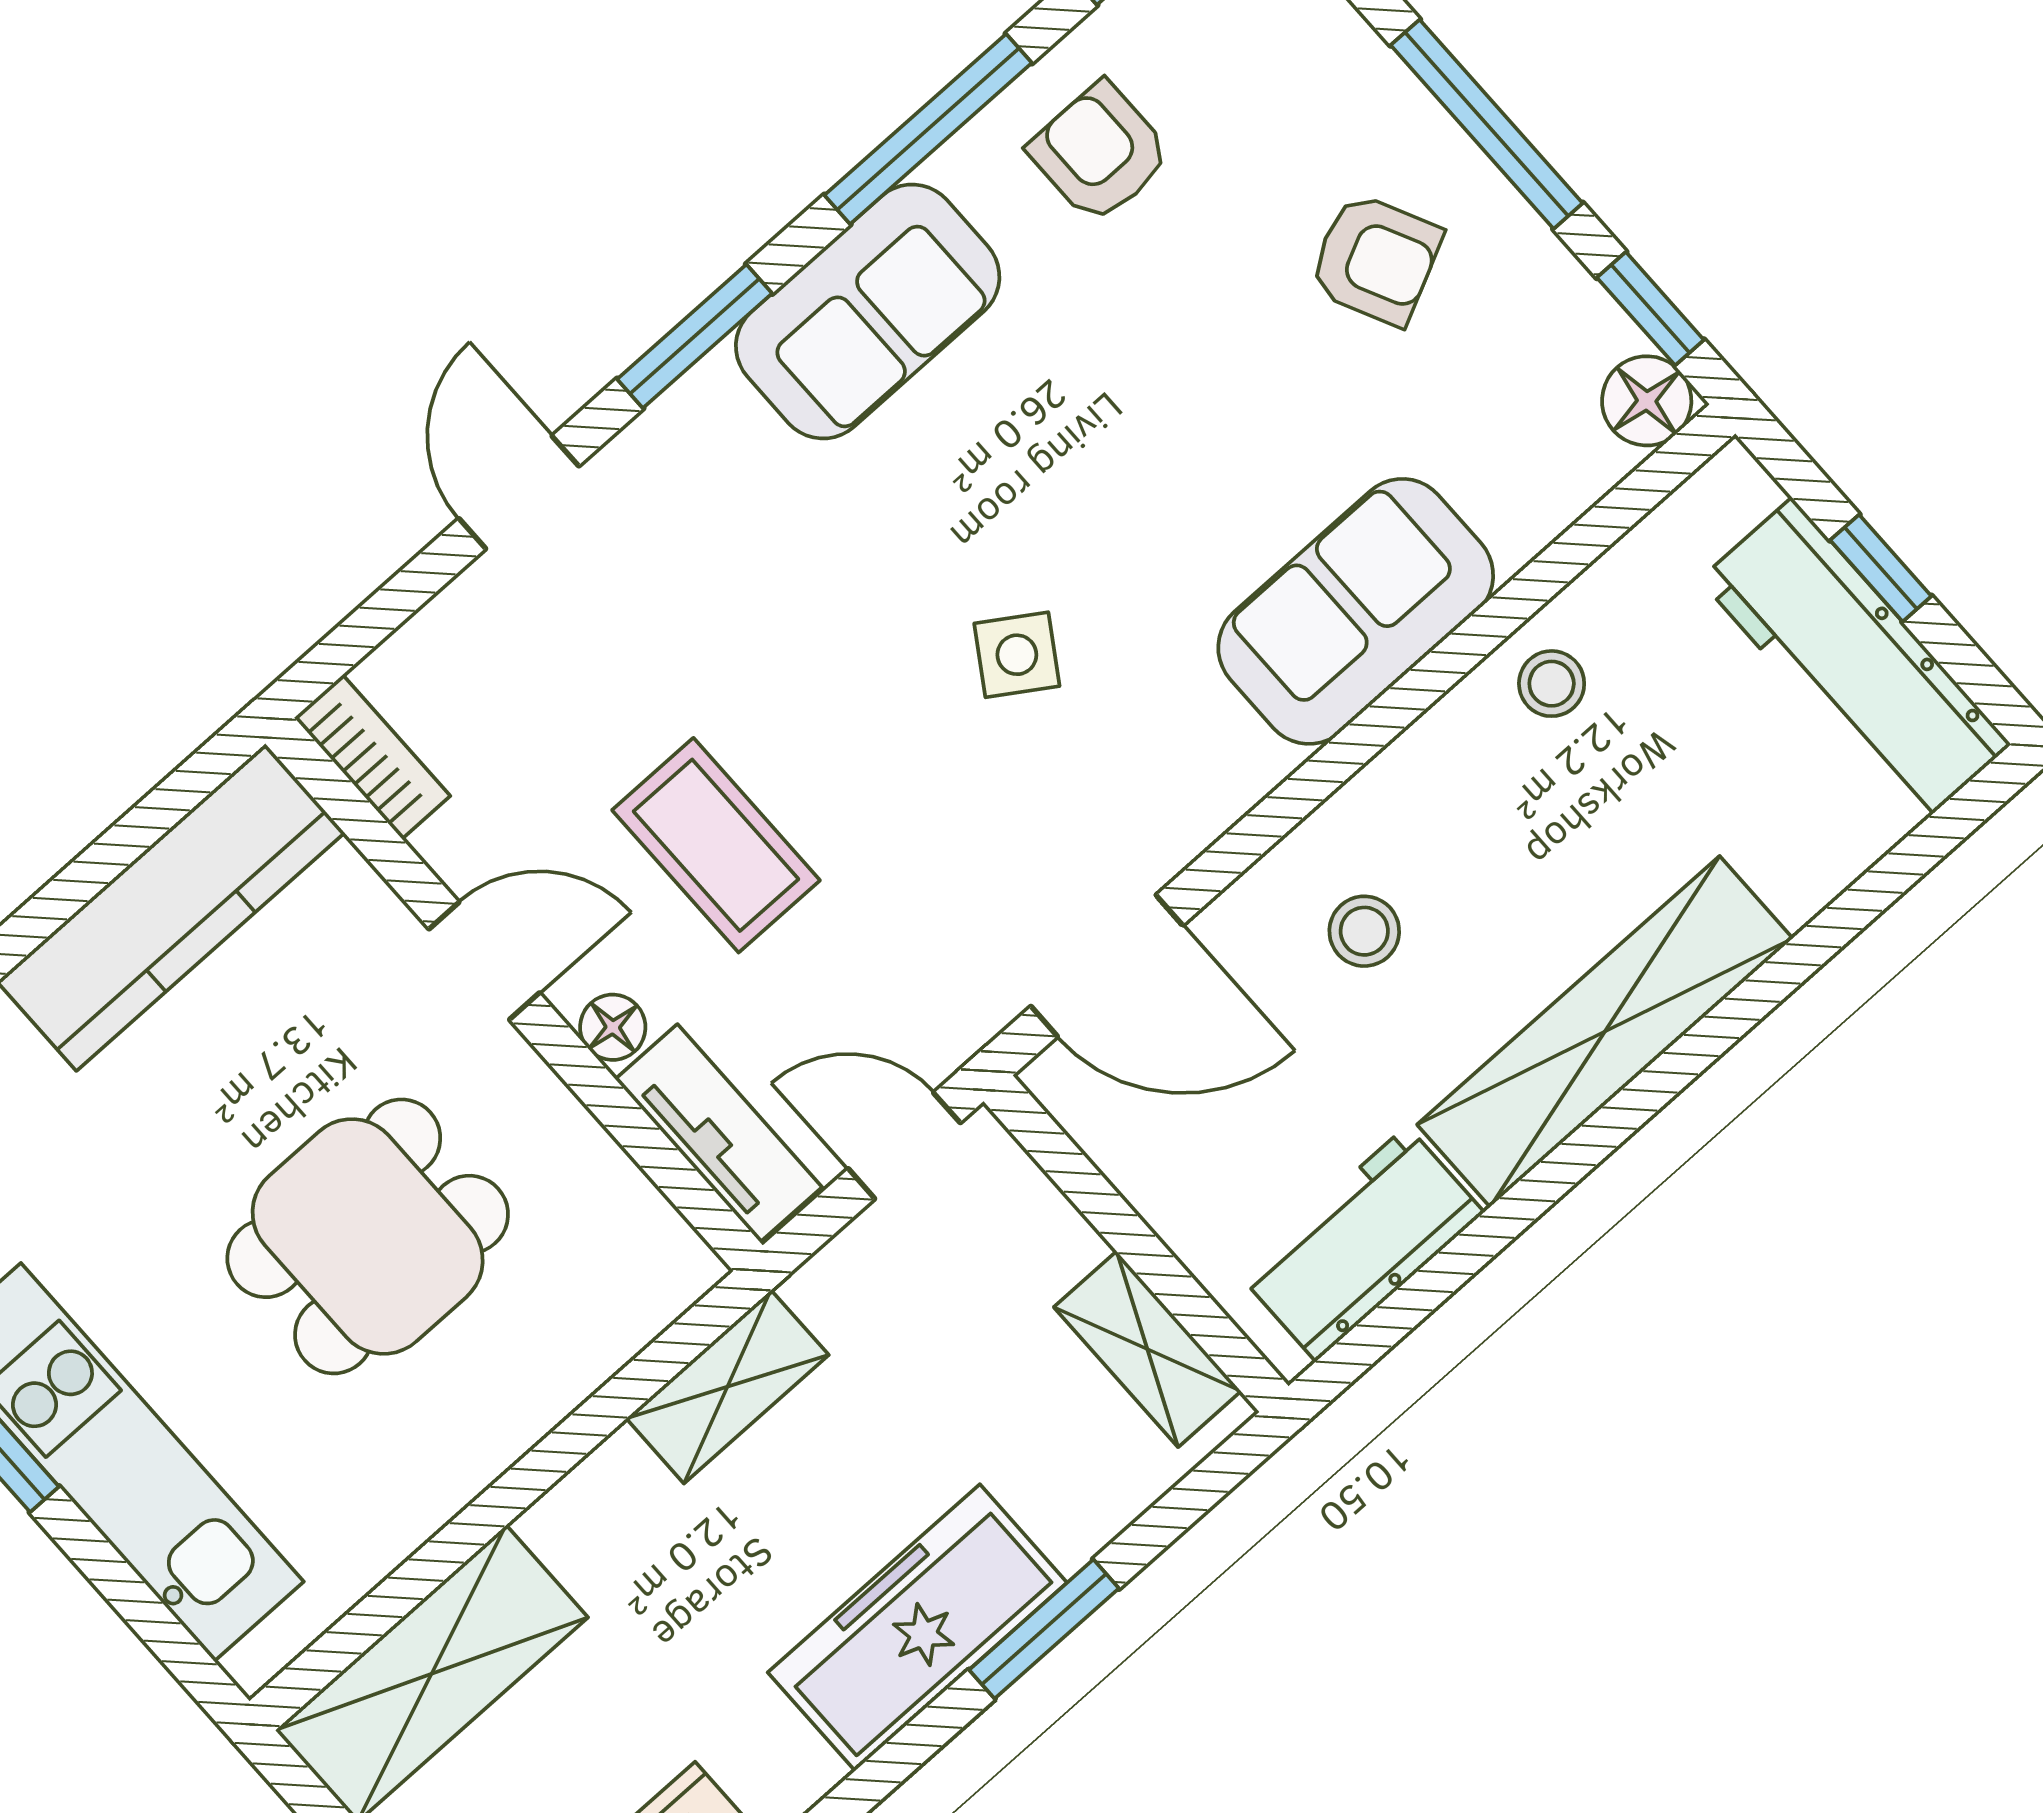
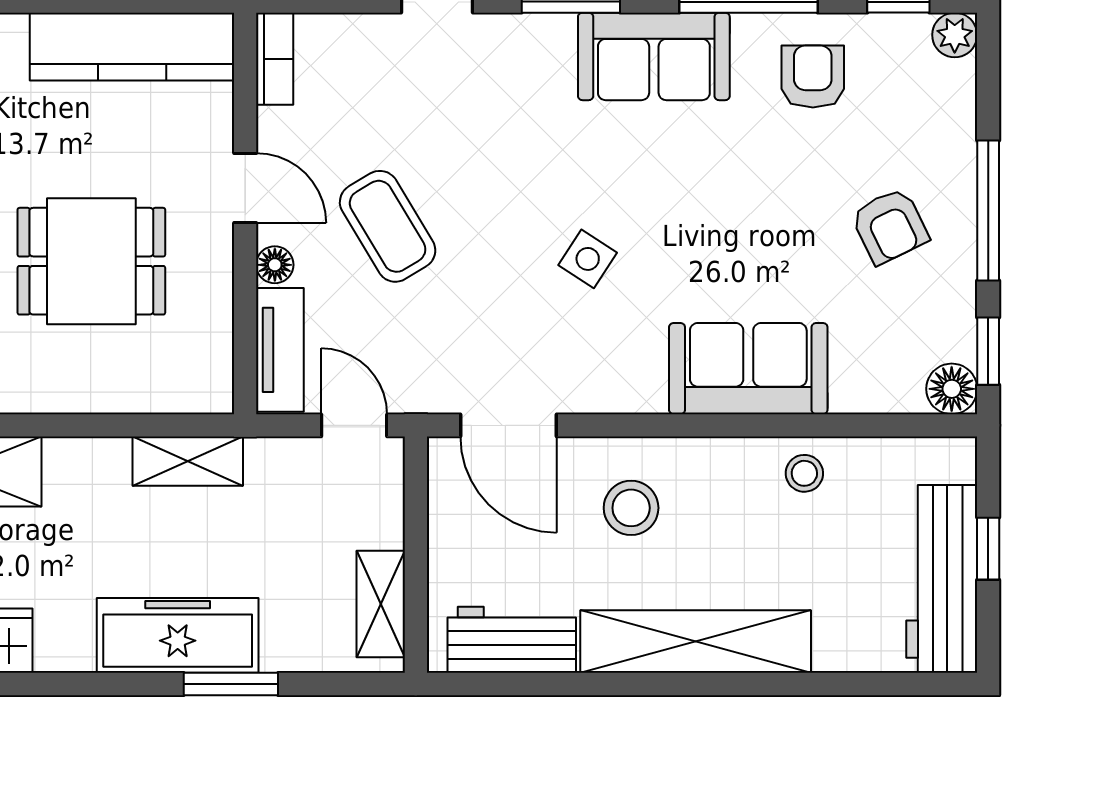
coffee table: (716, 845) -> (388, 226), turned -31
stool: (1364, 931) -> (631, 508), width x1.37, depth x1.37

